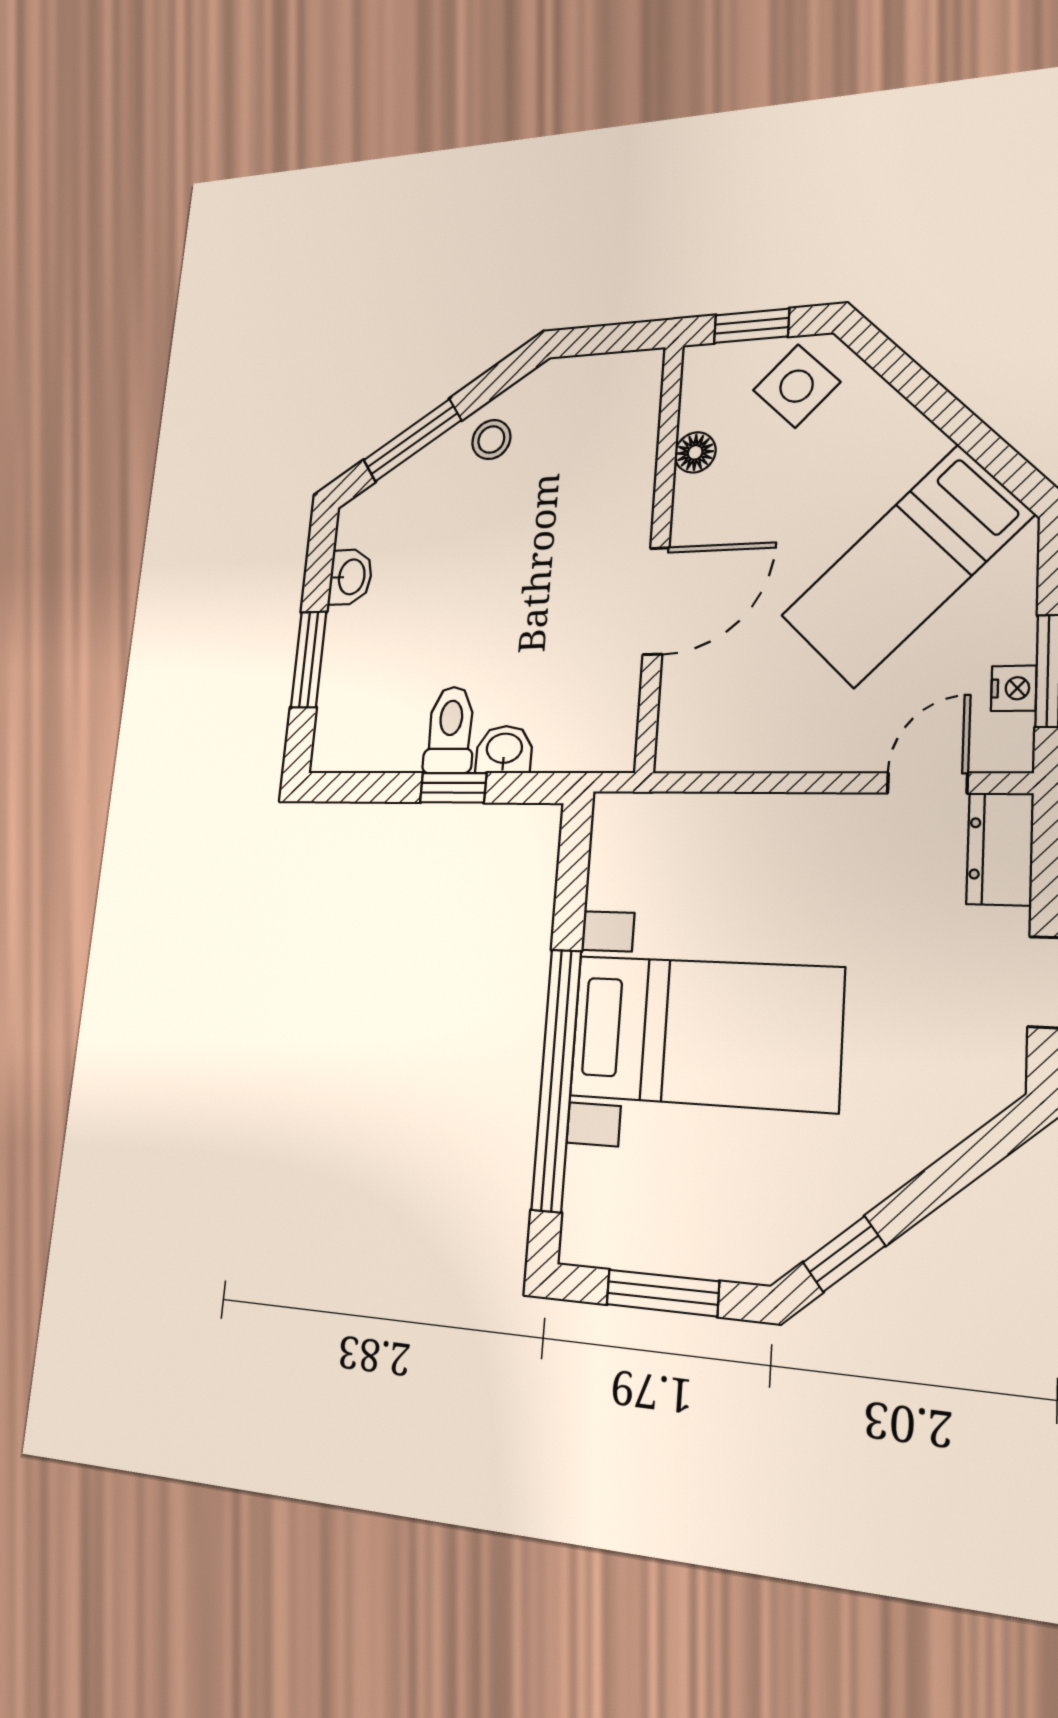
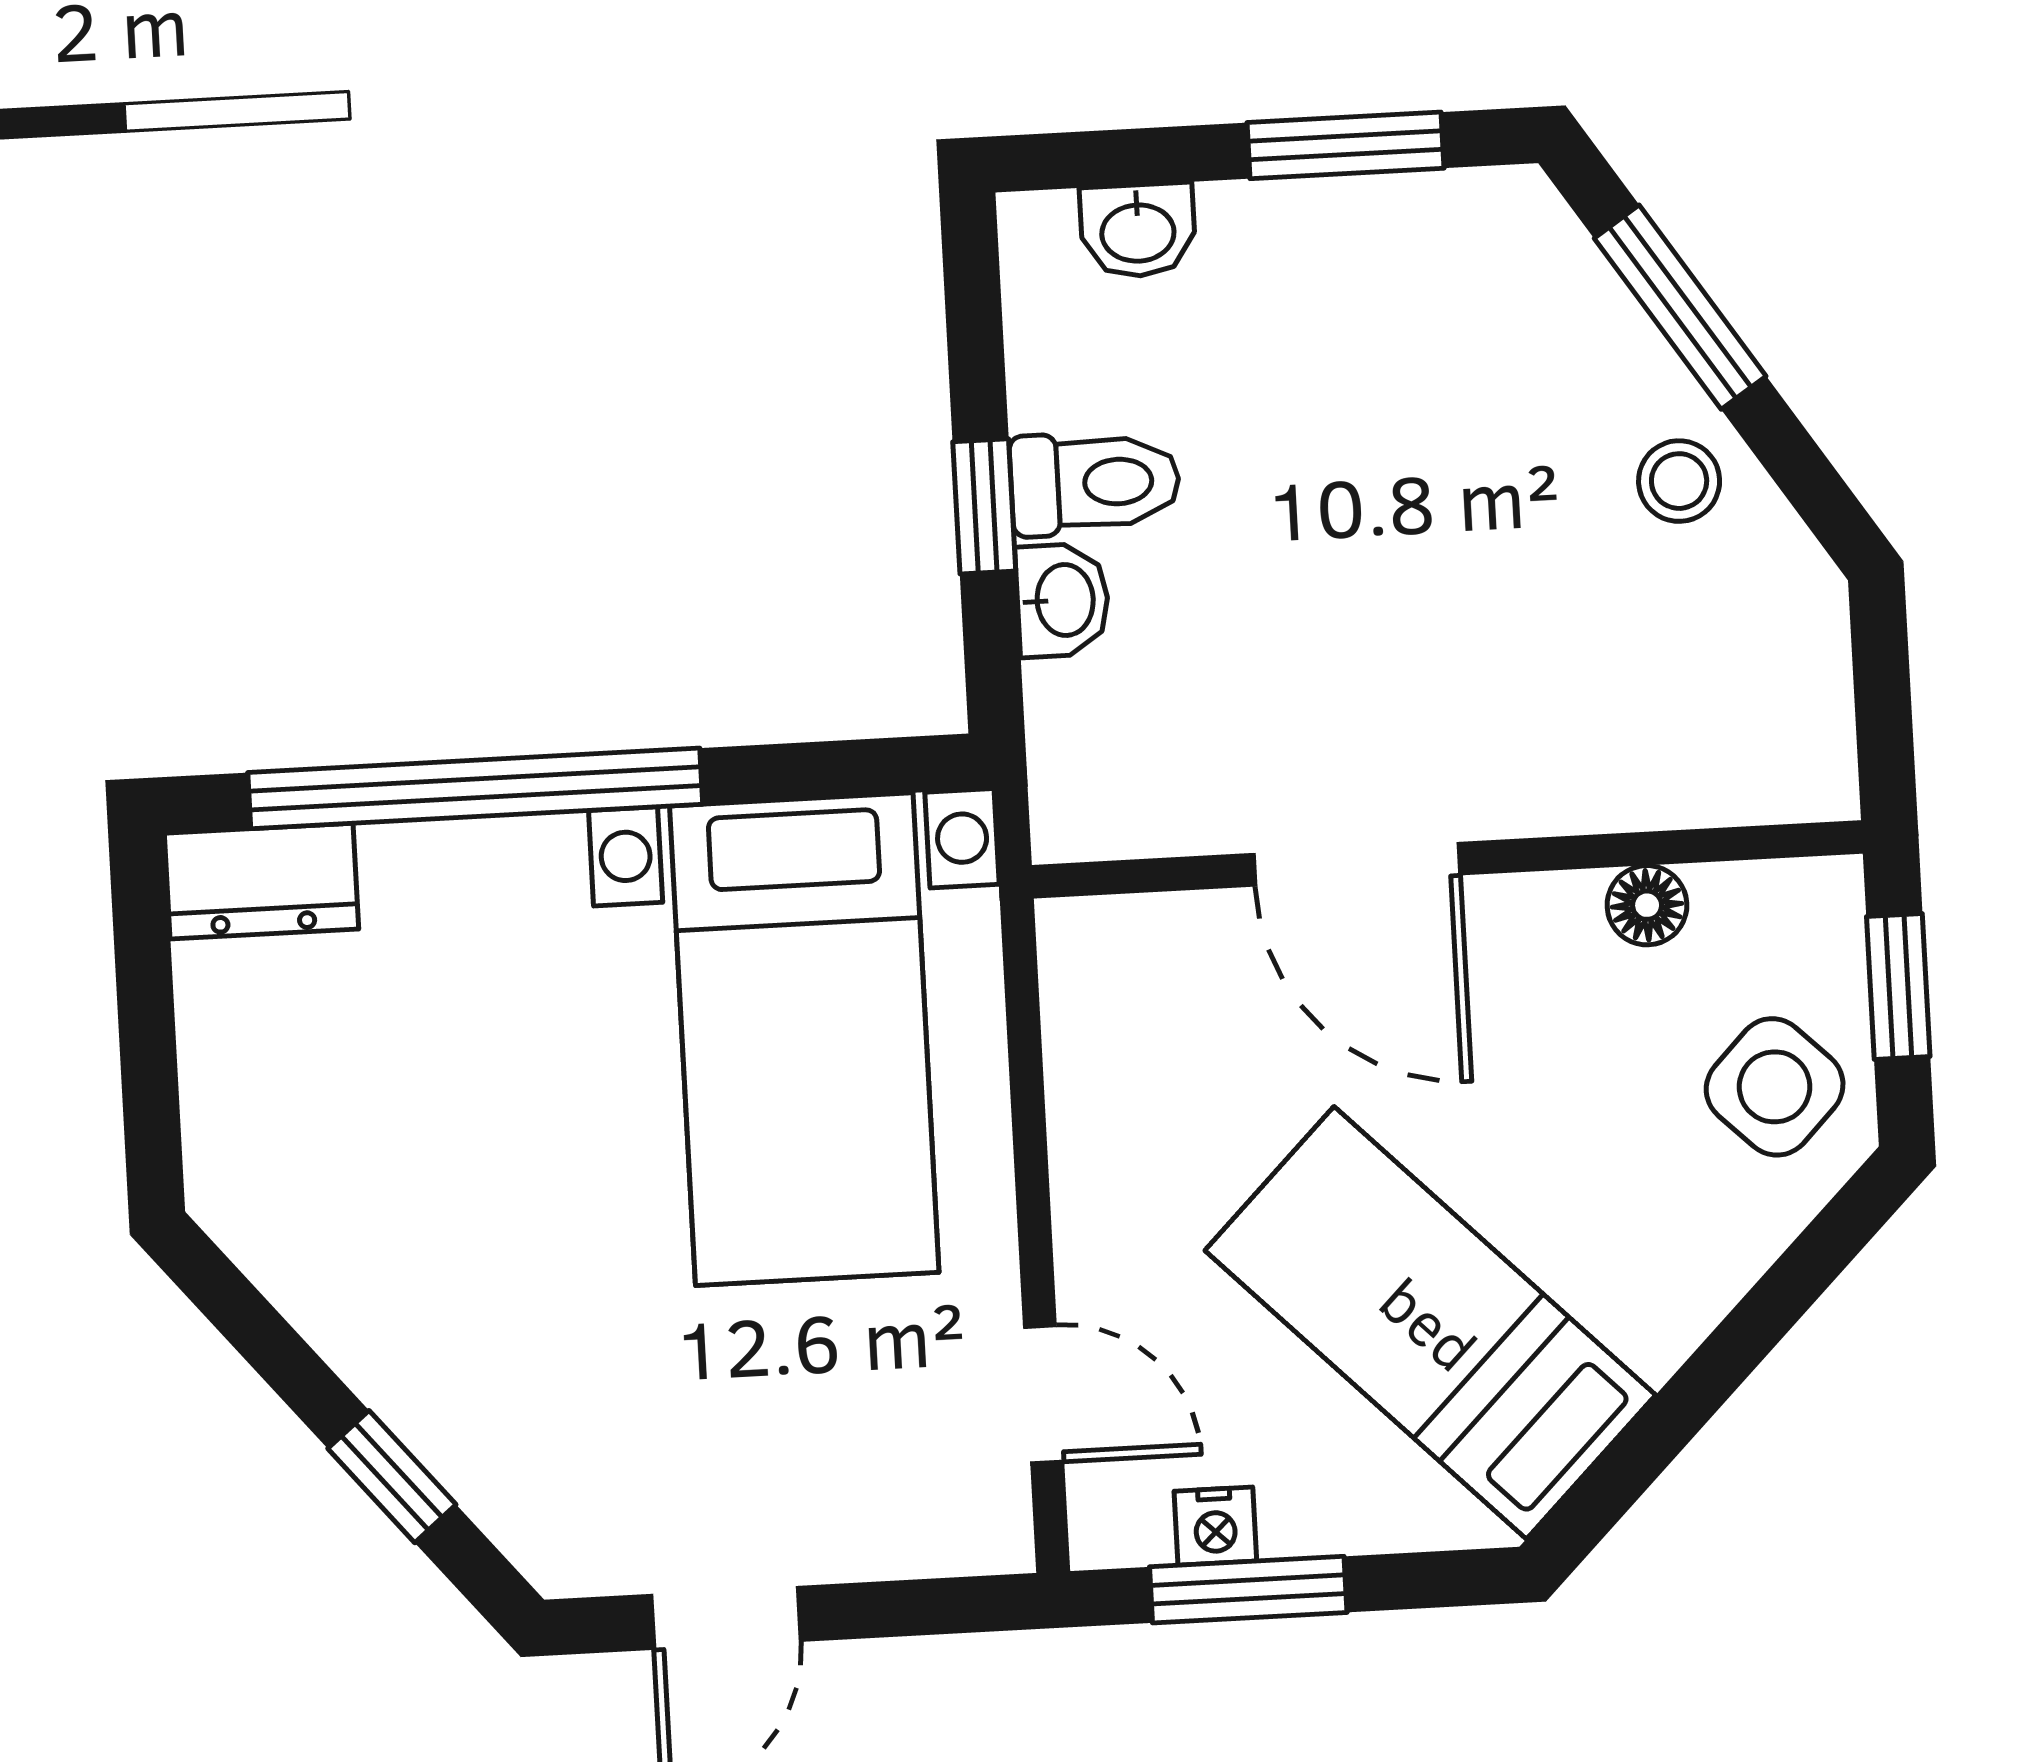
washbasin: (350, 577) -> (1138, 230), moved
window: (309, 659) -> (1346, 145), moved
dresser: (1000, 849) -> (262, 881), moved, turned 180
bed with nightstands: (705, 1032) -> (804, 1039), moved
window: (844, 1254) -> (392, 1477), moved
window: (663, 1293) -> (147, 1028), removed

